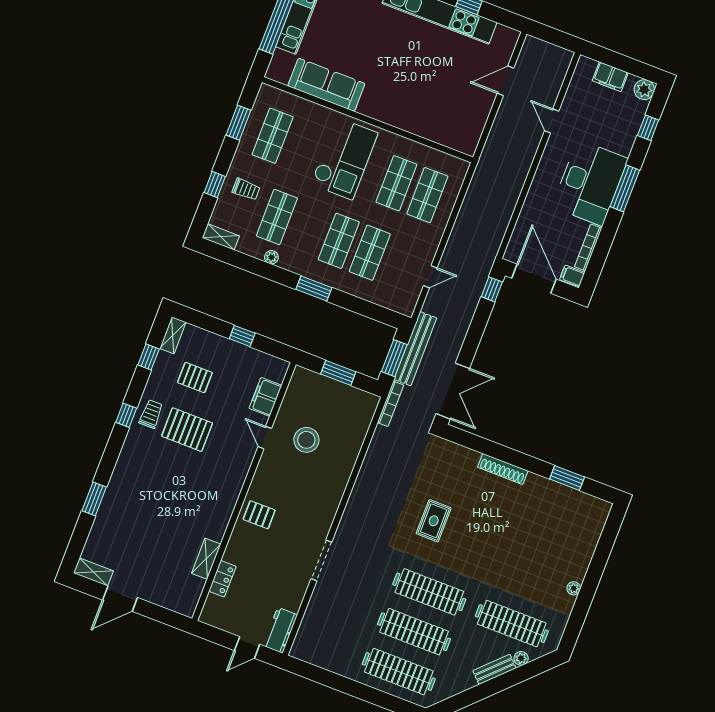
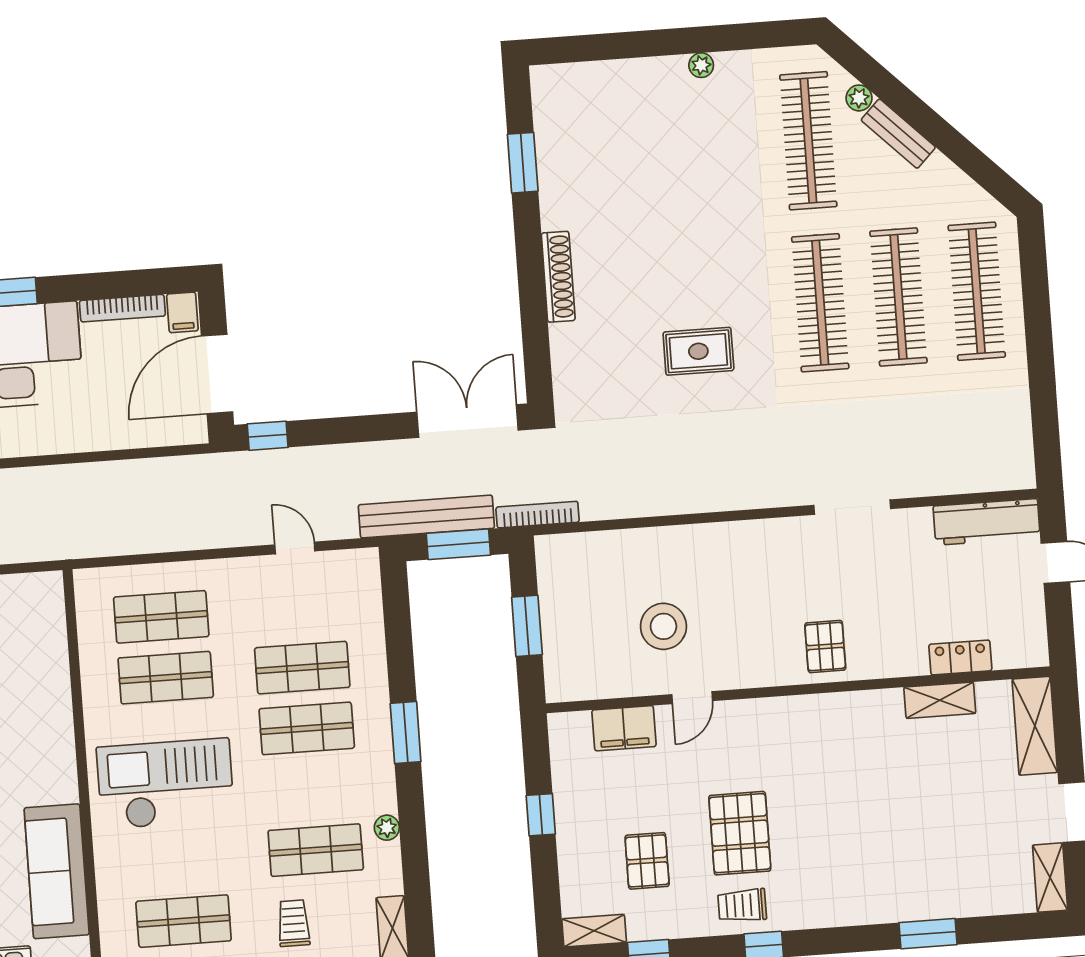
shelving: (172, 600) -> (1035, 726), added
workbench: (280, 630) -> (987, 522), width x1.38

